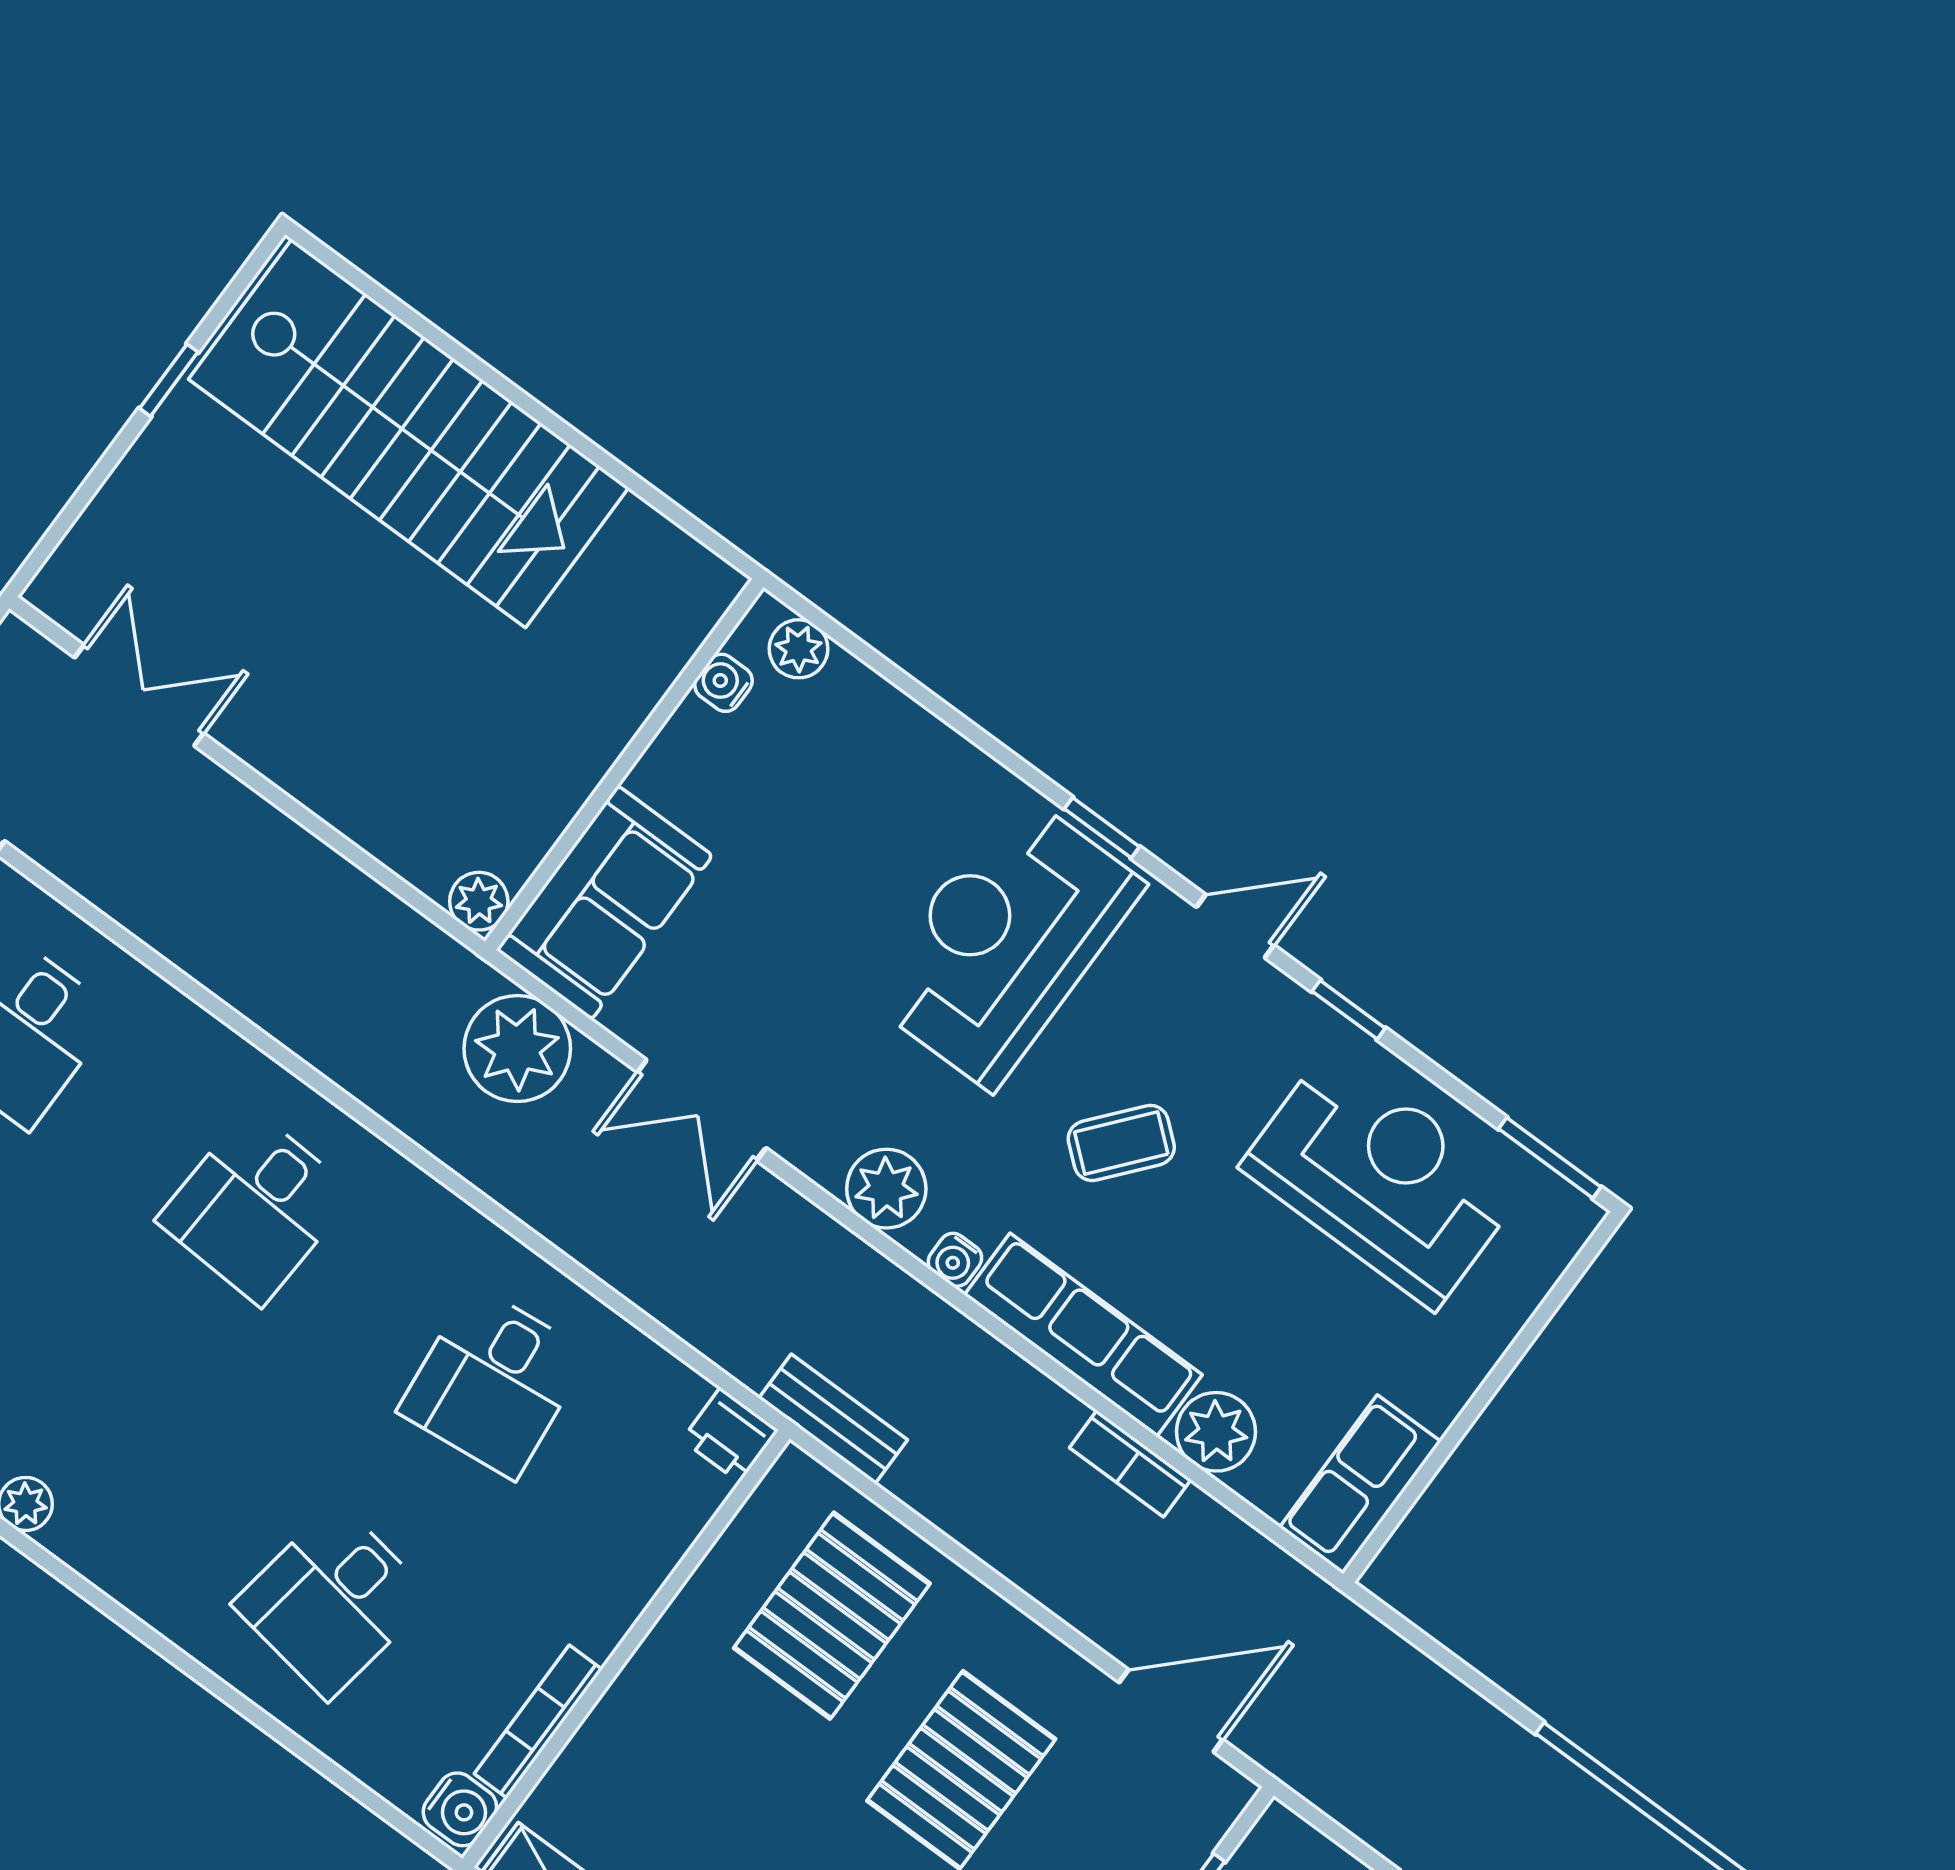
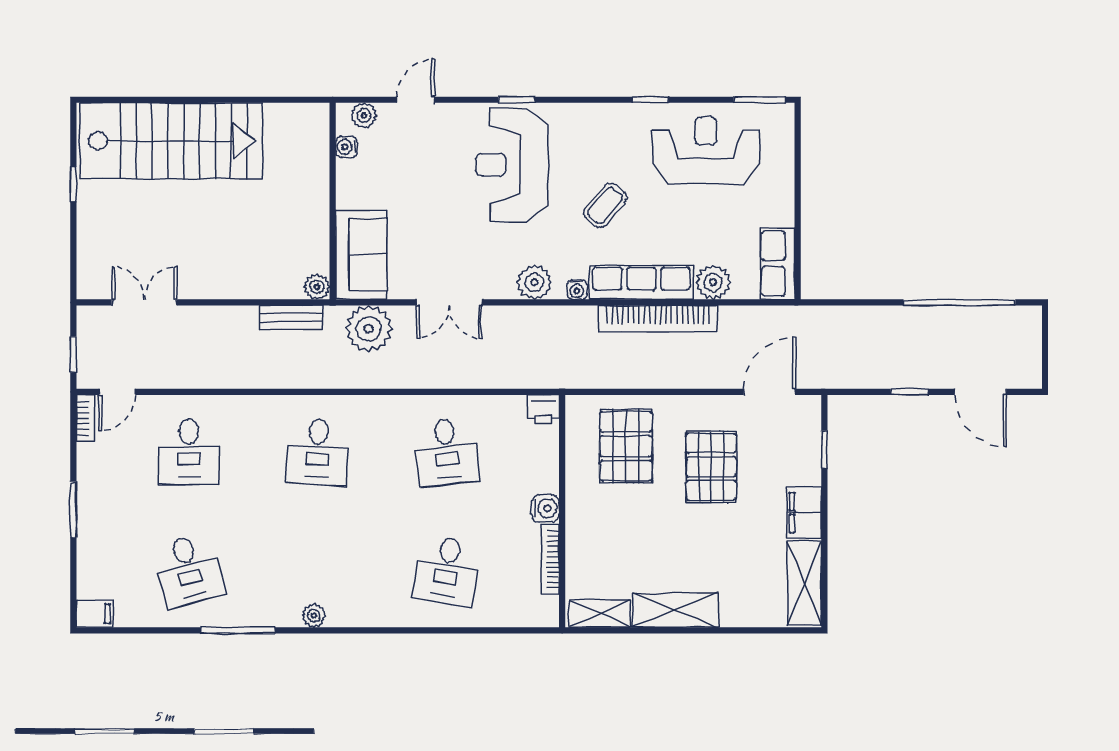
door: (1235, 926) -> (416, 100), moved
bench: (833, 1419) -> (291, 317), moved
bookcase: (1130, 1464) -> (658, 319), width x2.31, depth x1.31
water cooler: (460, 1809) -> (545, 508), moved

